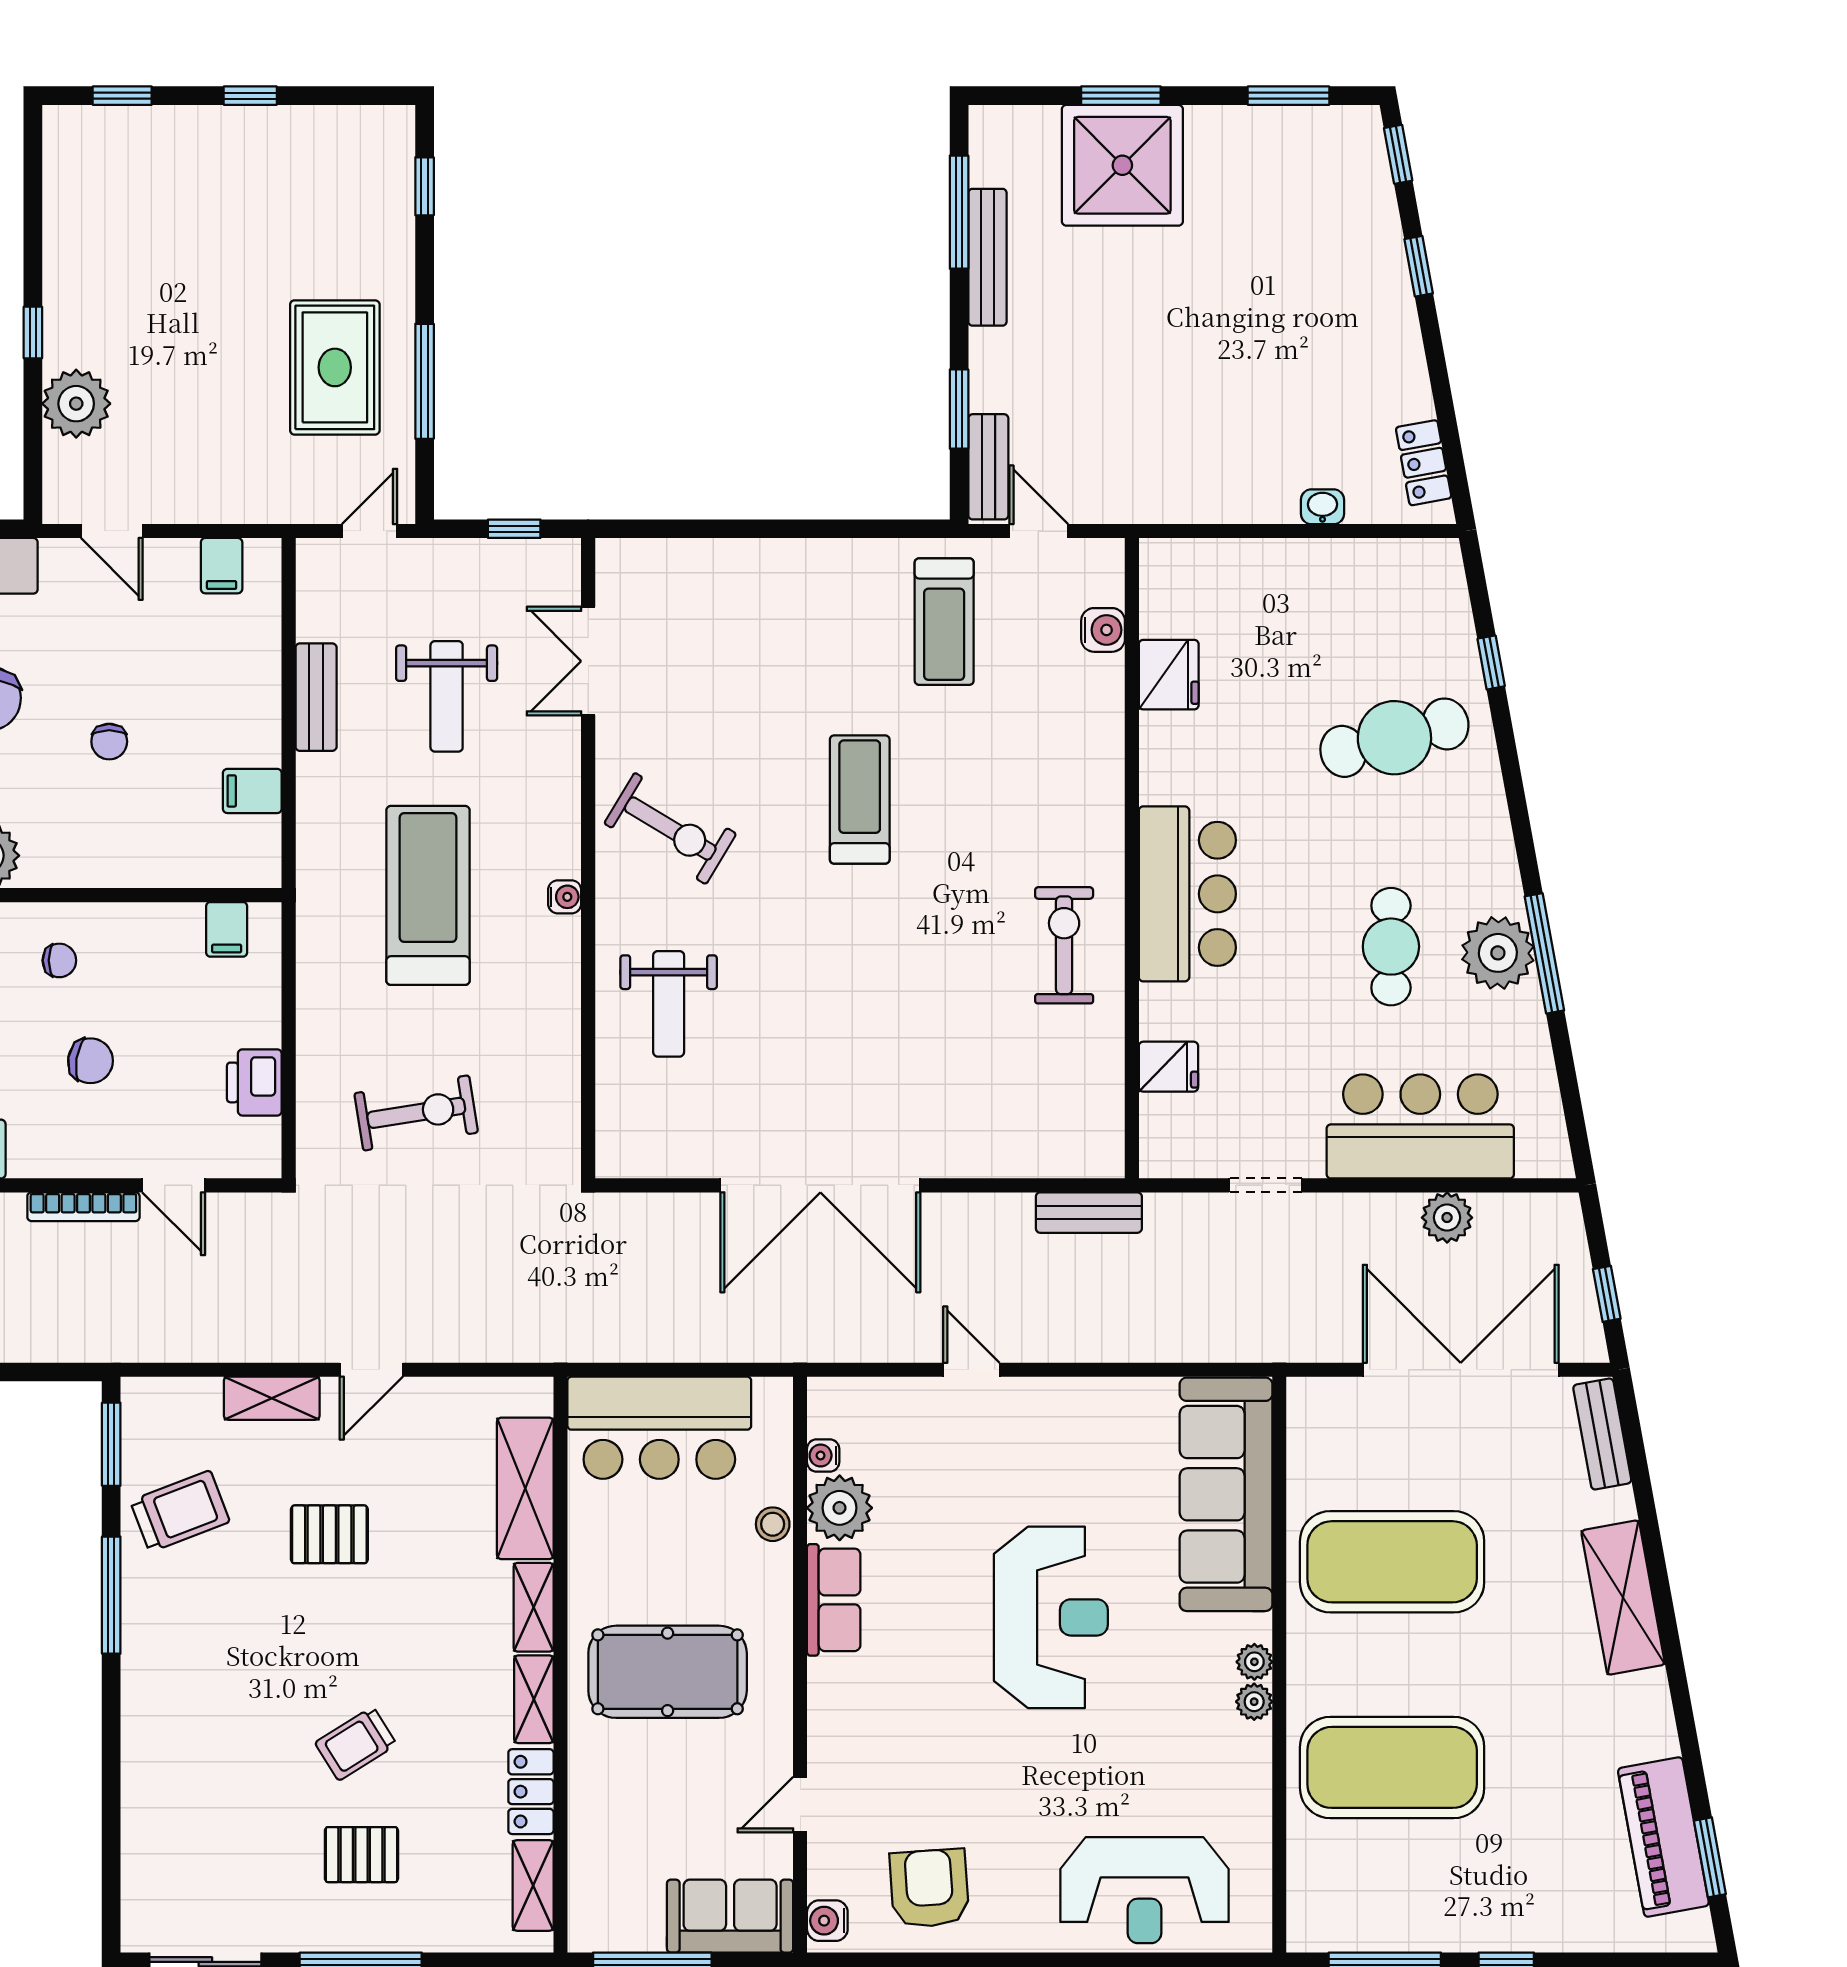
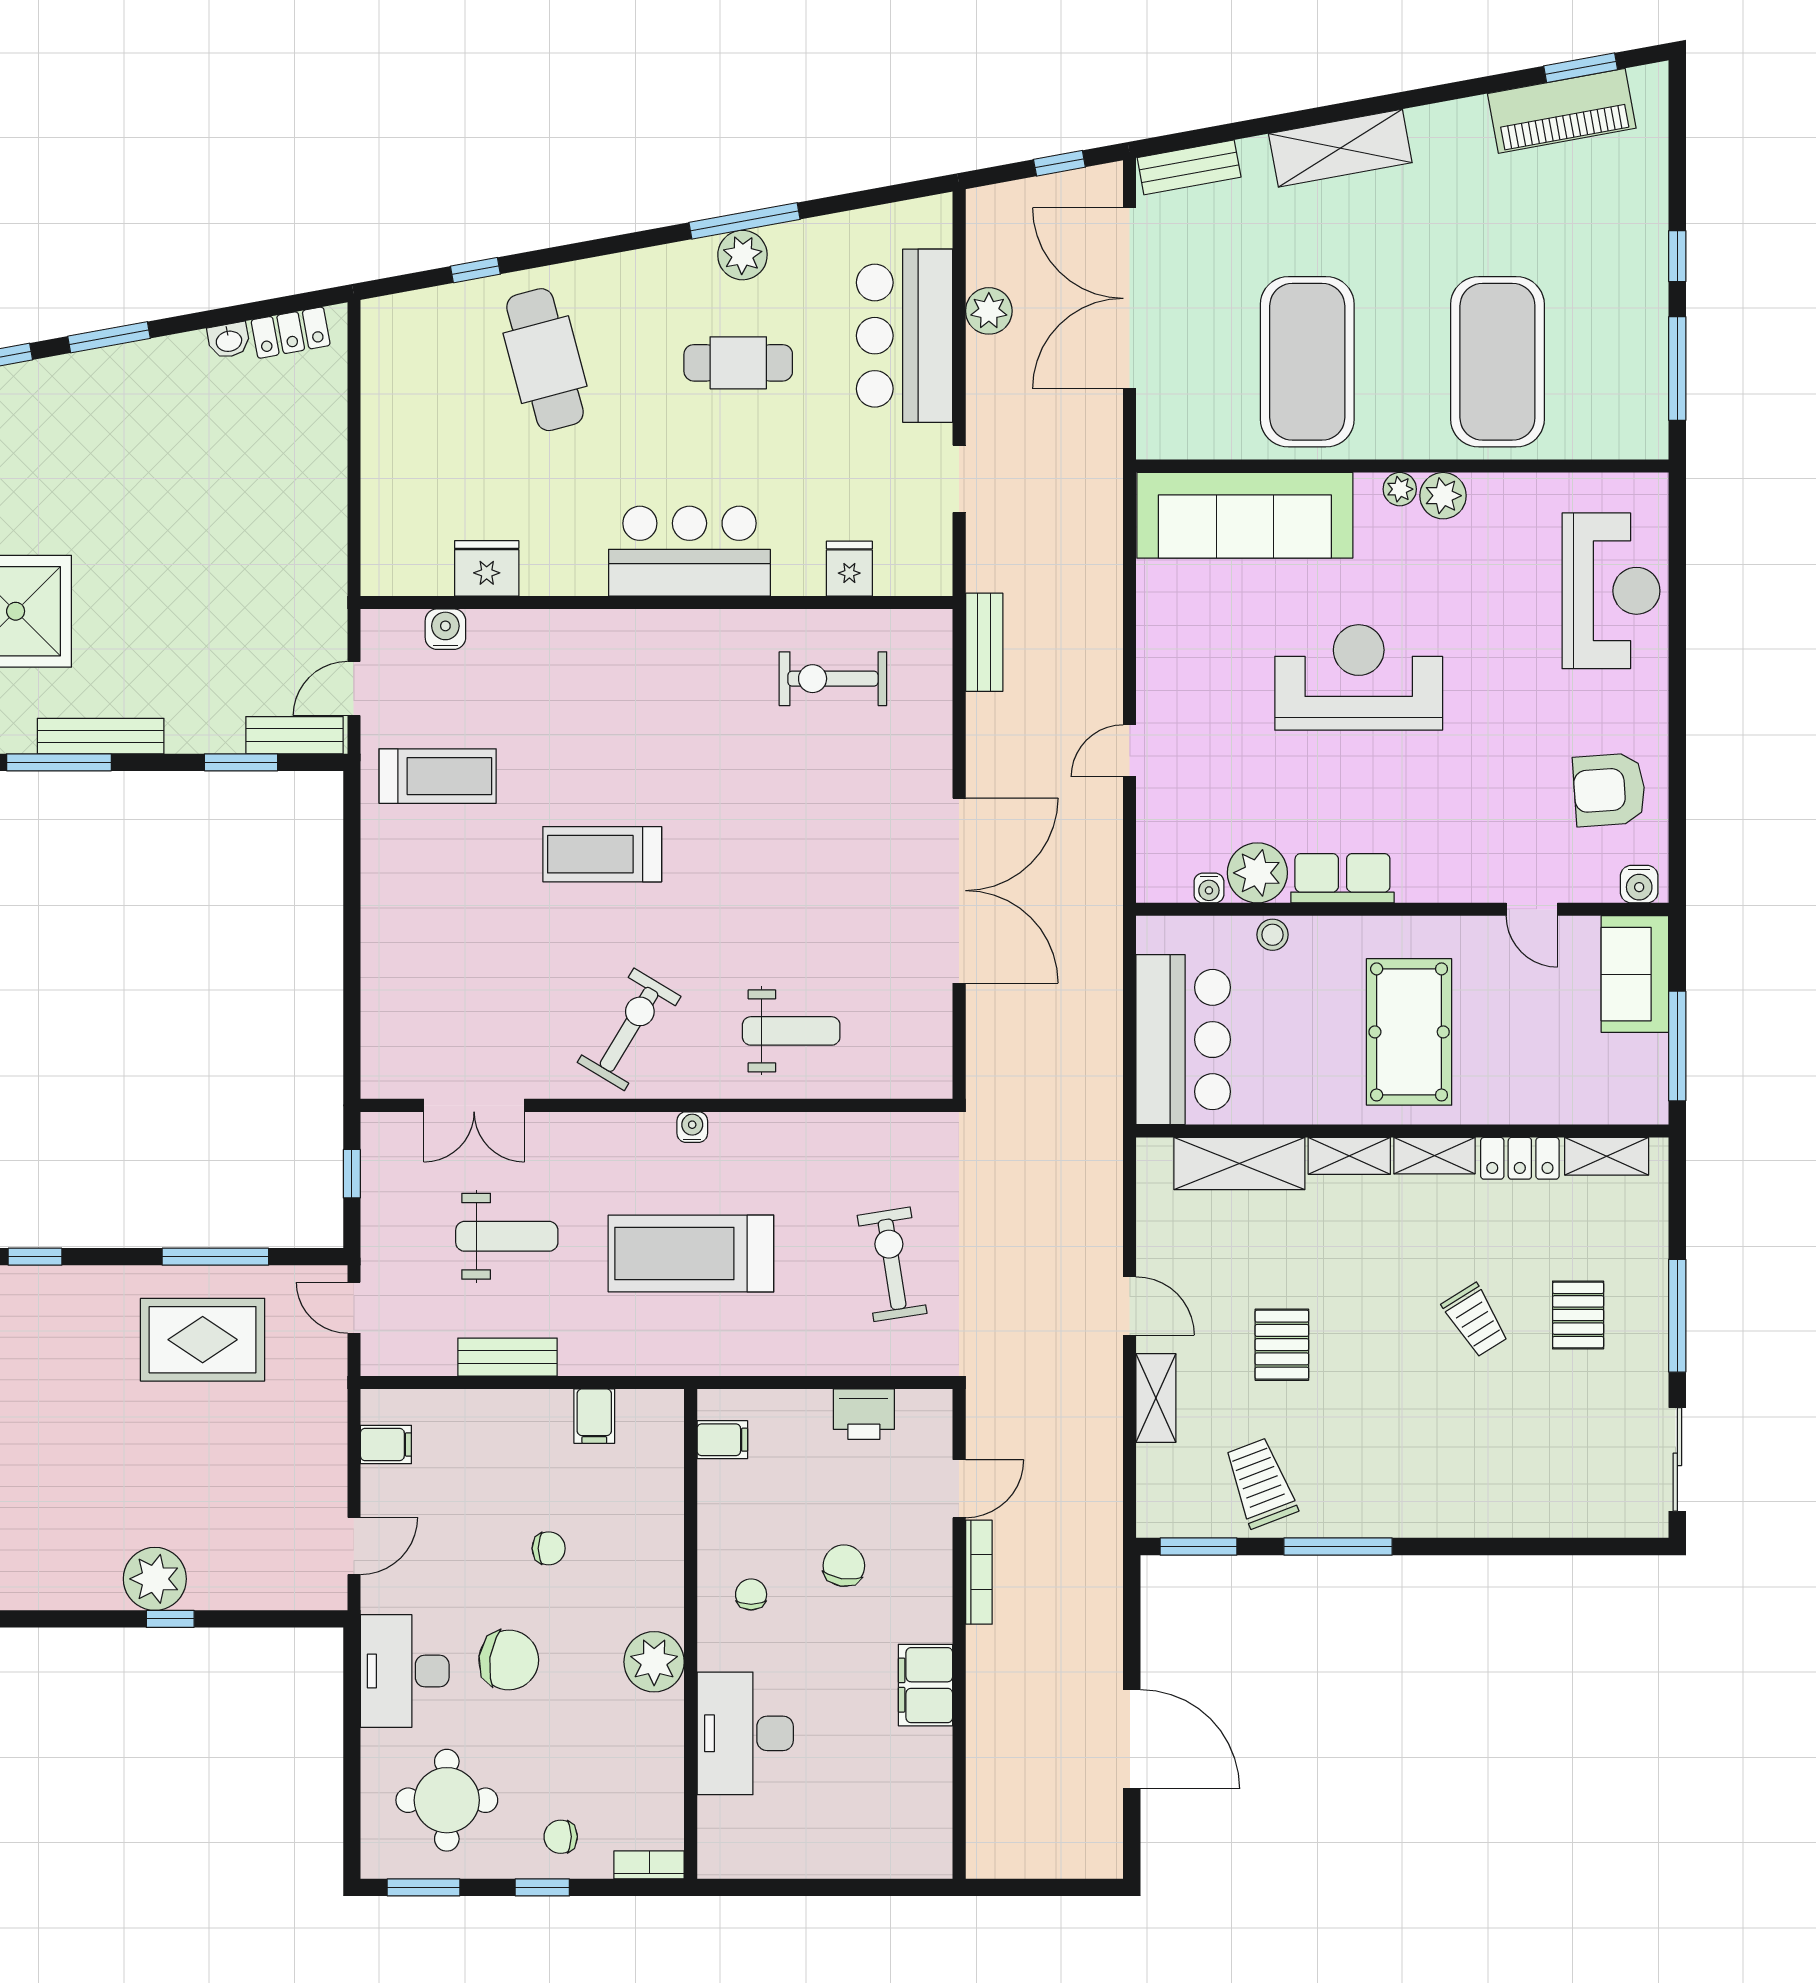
window: (1419, 266) -> (109, 337), width x1.50
plant: (76, 404) -> (155, 1579), moved
washbasin: (1323, 507) -> (229, 340), moved, turned -100
exercise bike: (1064, 945) -> (833, 679), moved
plant: (1498, 953) -> (742, 255), width x0.73, depth x0.73
plant: (1254, 1702) -> (1443, 496), width x1.38, depth x1.38

